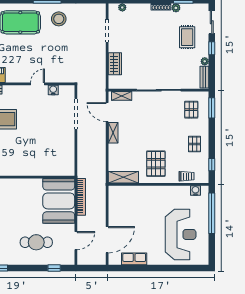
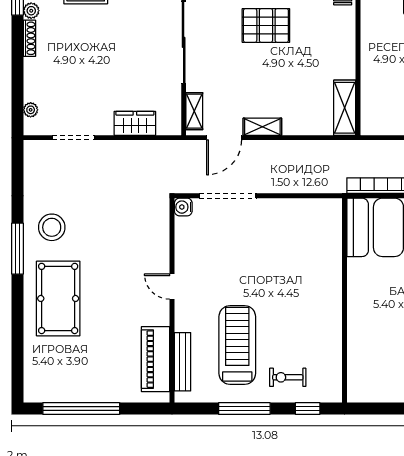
door: (38, 84) -> (172, 287), moved
water cooler: (53, 90) -> (183, 207), moved
pallet: (156, 164) -> (266, 25), moved

